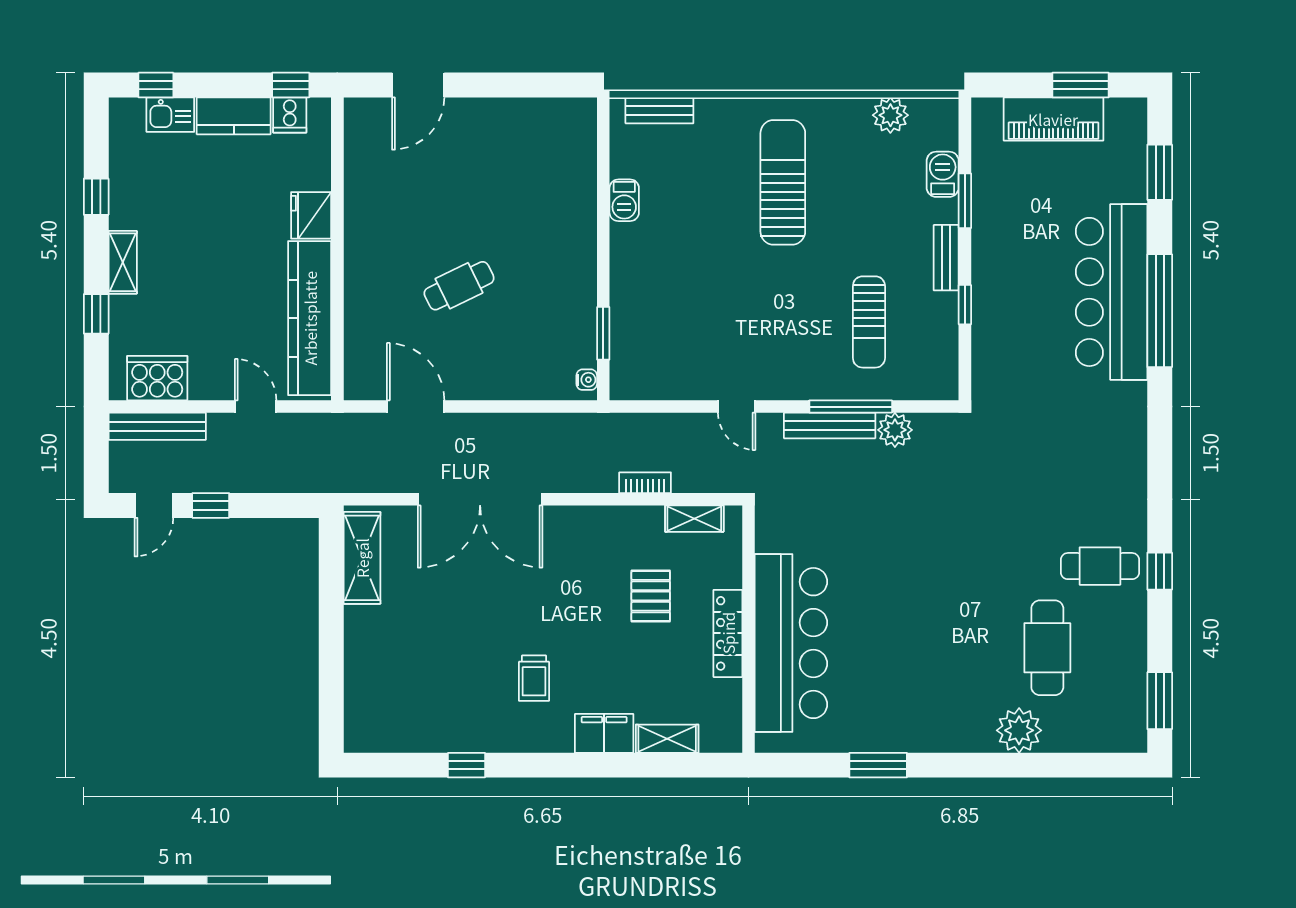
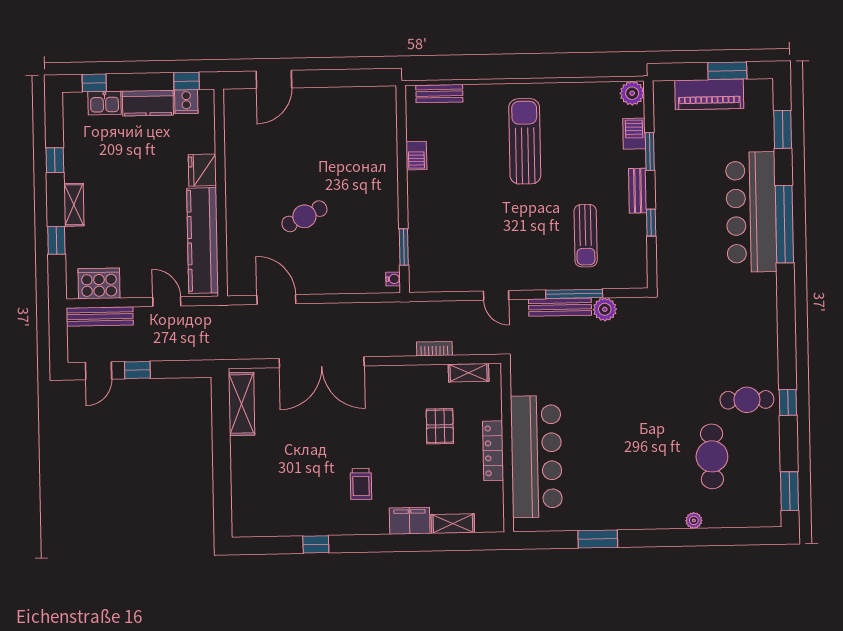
plant: (890, 115) -> (632, 93), moved
plant: (1019, 730) -> (694, 520), width x0.53, depth x0.53

